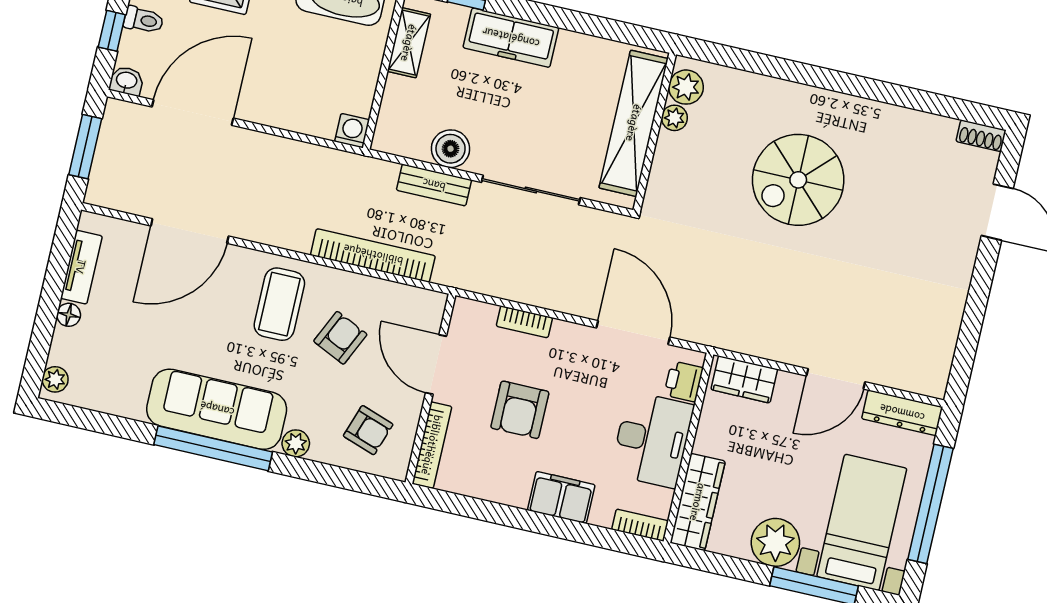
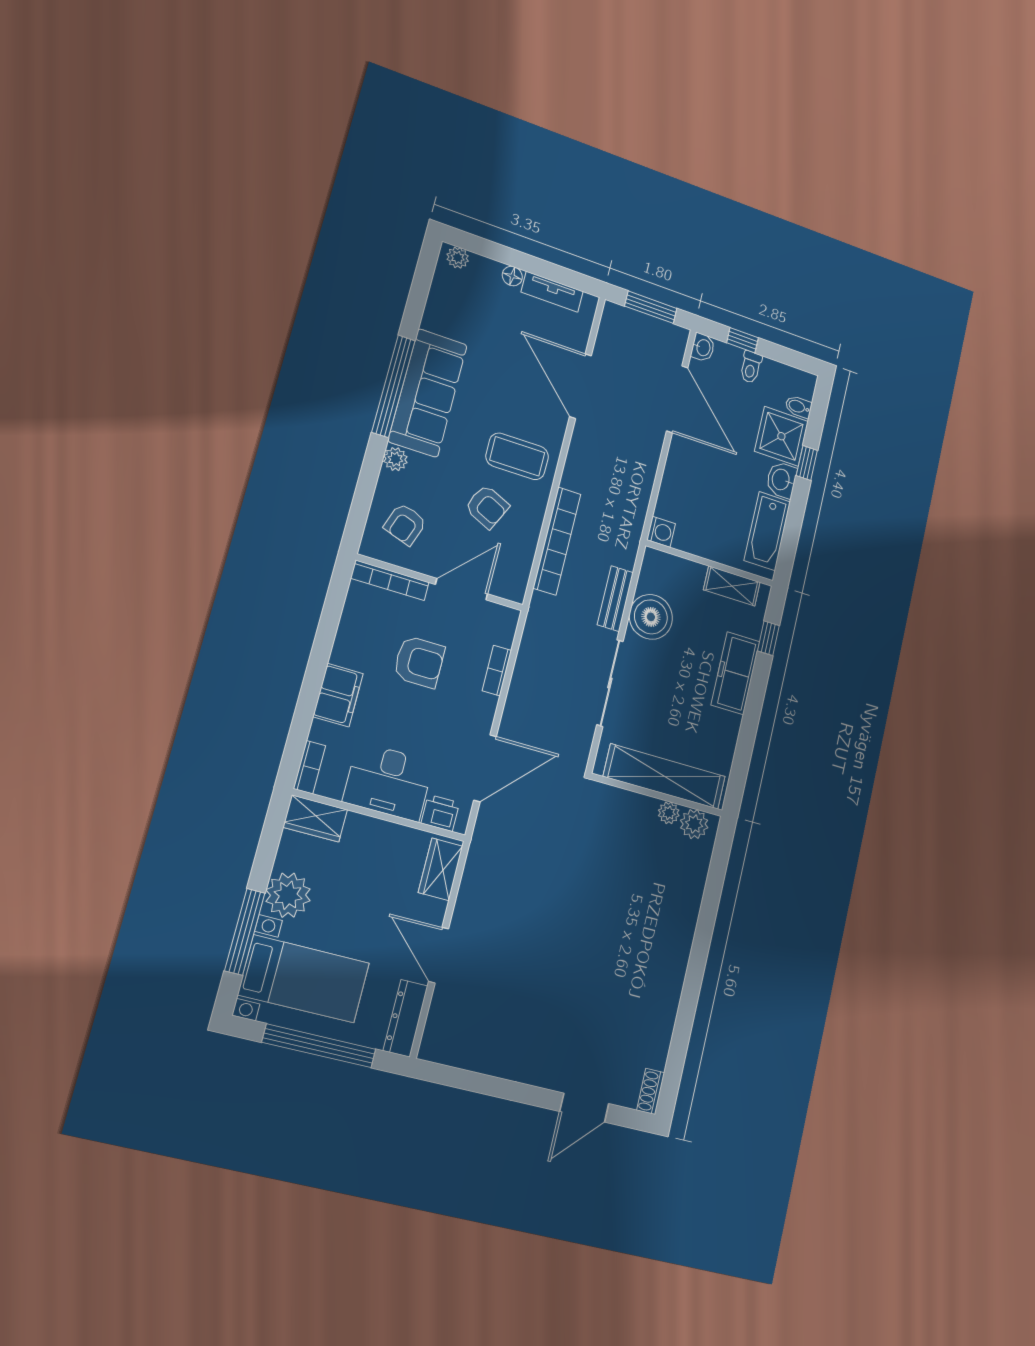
boiler: (451, 149) -> (651, 617), width x1.37, depth x1.37
spiral stairs: (798, 180) -> (615, 923), removed
armchair: (520, 410) -> (419, 662), turned 180
wardrobe: (698, 502) -> (315, 818), width x0.67

